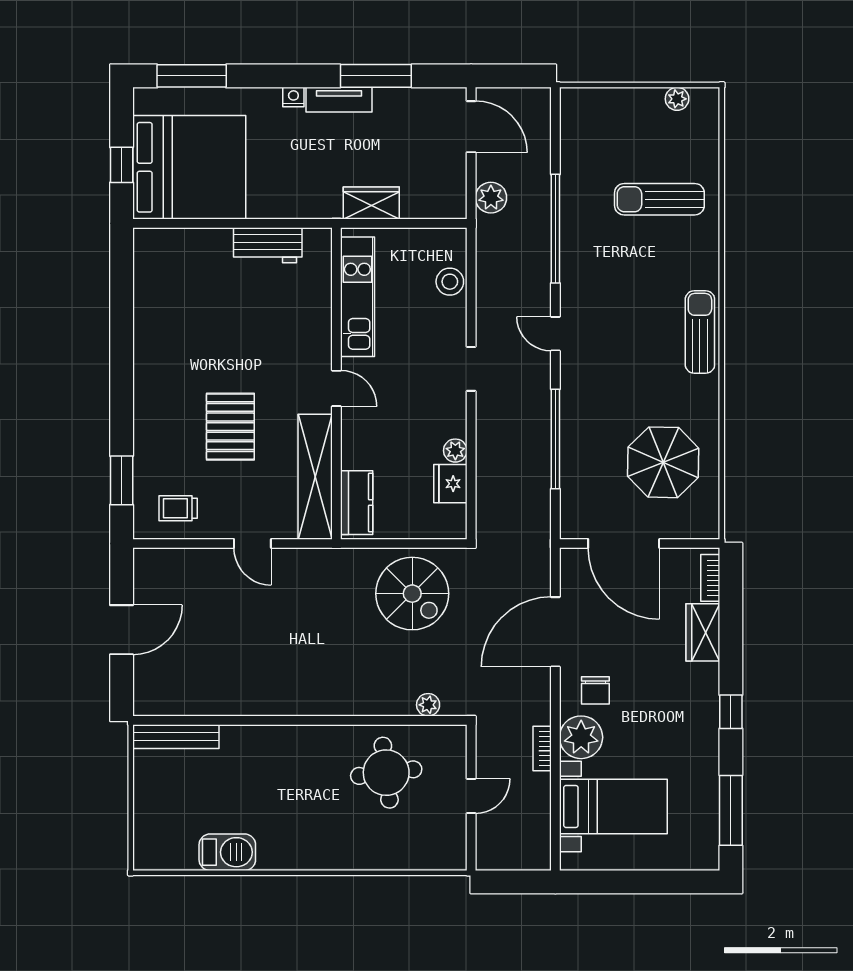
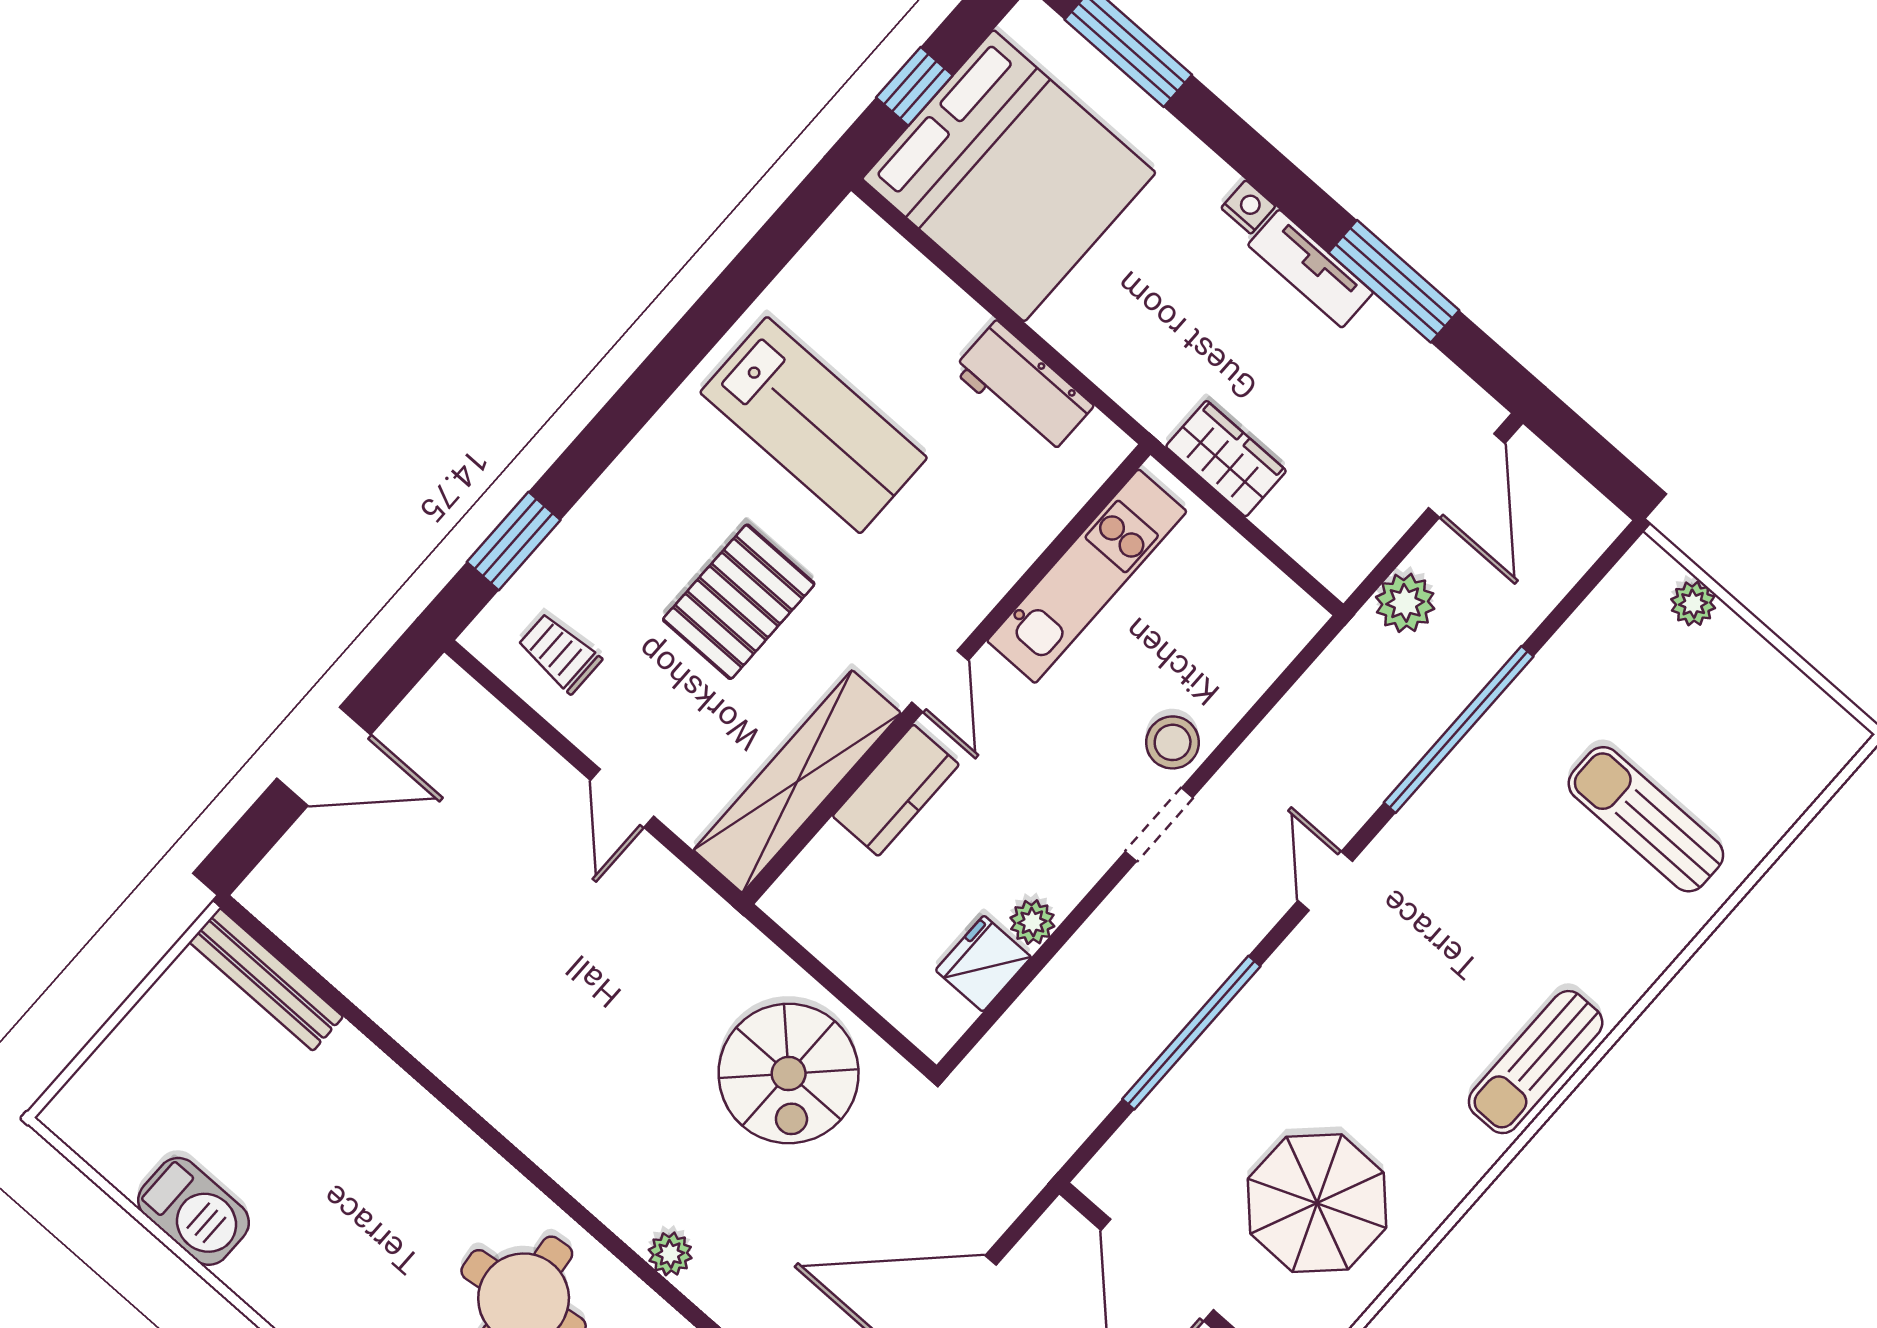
plant: (677, 99) -> (1693, 604), moved
stool: (450, 282) -> (1173, 742), moved
lab bench: (199, 332) -> (814, 425), added
sun lounger: (700, 332) -> (1536, 1062), turned 180
kitchen counter: (357, 503) -> (896, 790), moved

